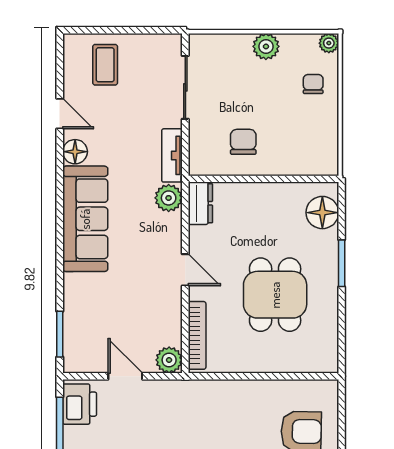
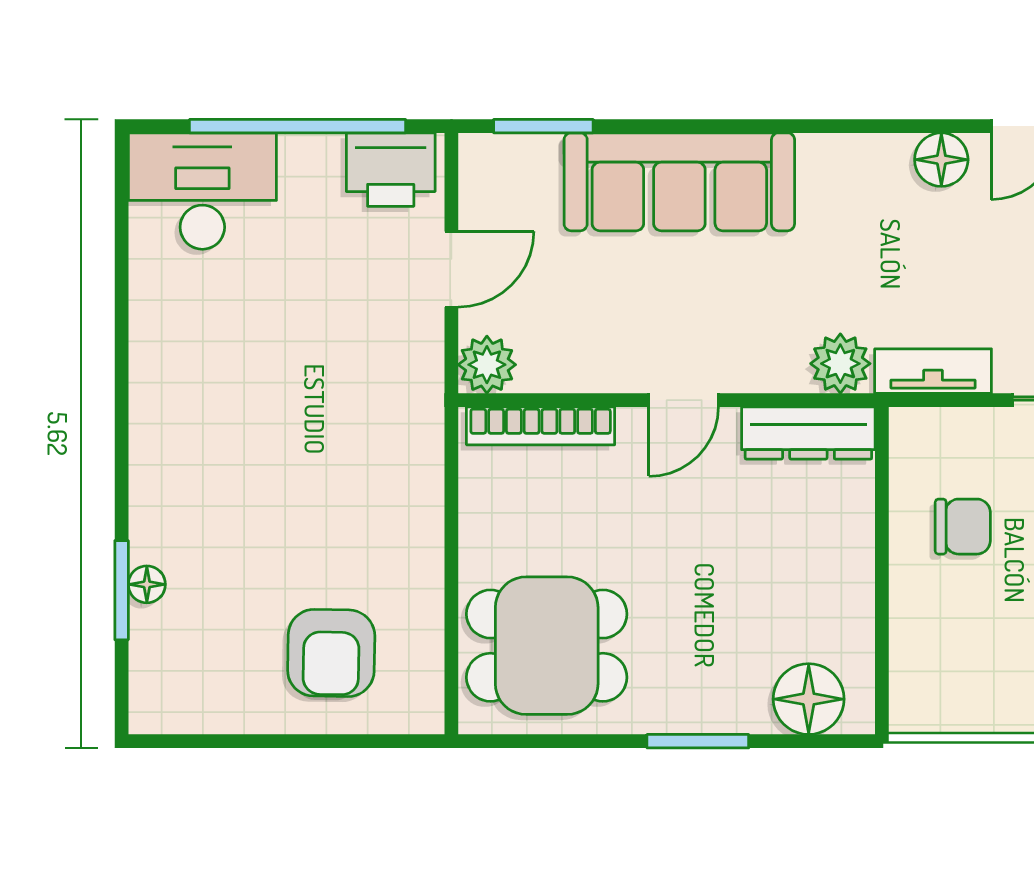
dresser: (200, 203) -> (808, 433), width x1.44
sofa: (85, 219) -> (679, 182), moved
dining table: (275, 295) -> (547, 646), moved

